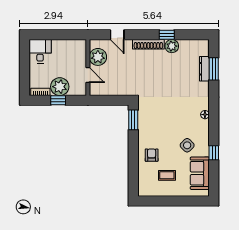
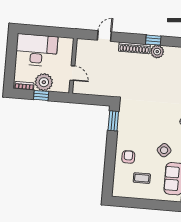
door: (117, 35) -> (104, 36), swing flipped
desk: (40, 51) -> (37, 50), width x1.87, depth x1.30
plant: (98, 57) -> (84, 56), removed

